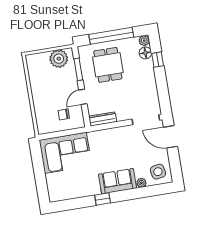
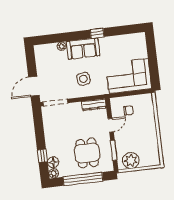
door: (170, 137) -> (34, 86), swing flipped
side table: (158, 172) -> (83, 79), moved

